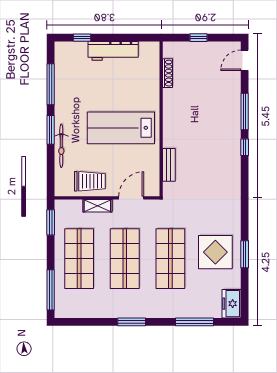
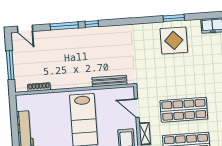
window: (199, 38) -> (10, 65), width x2.17
bench: (169, 165) -> (109, 81), width x1.36
shop shelf: (170, 259) -> (181, 75), removed

